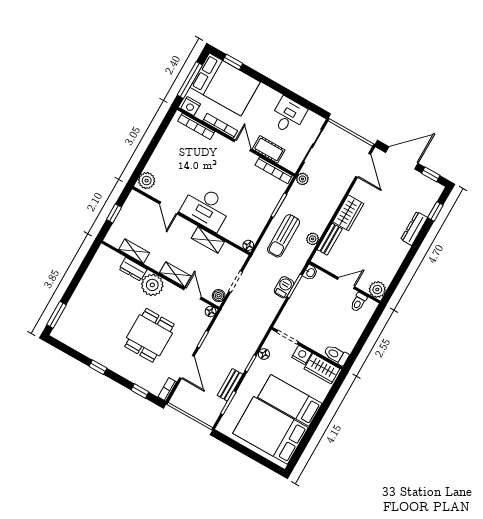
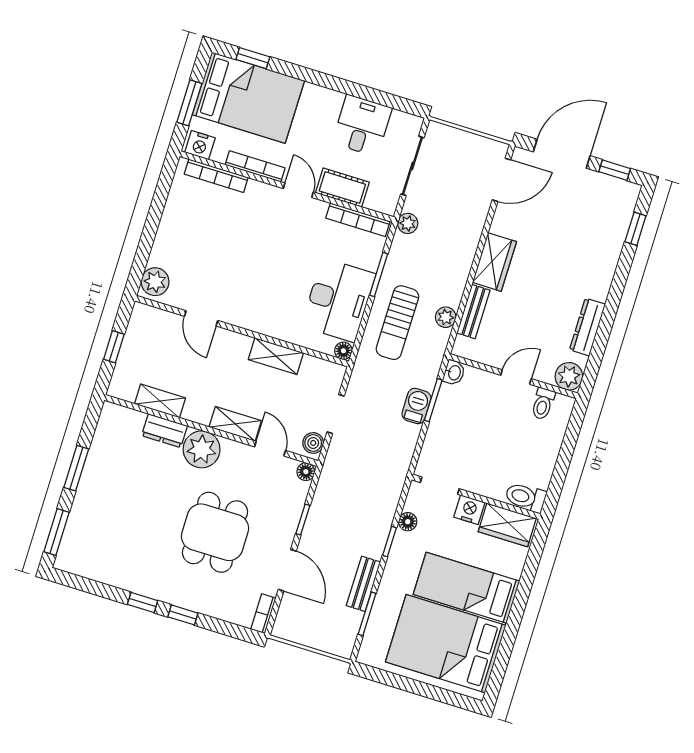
window: (190, 80) -> (189, 103), width x0.69
door: (363, 165) -> (501, 180), hinge flipped
desk: (206, 208) -> (338, 300), moved, turned -90
dresser: (414, 228) -> (587, 327), moved
window: (76, 280) -> (76, 468), added
window: (140, 391) -> (183, 615), moved

